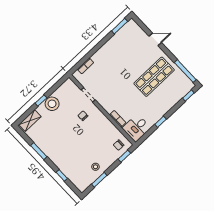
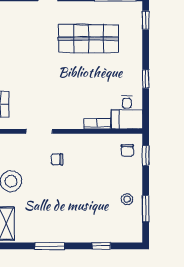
shop shelf: (154, 77) -> (88, 39), turned 90

